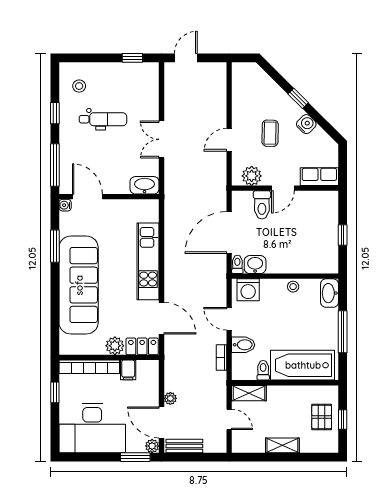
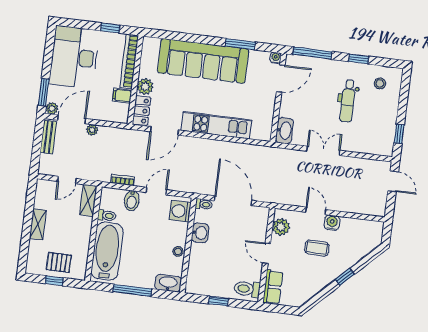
water cooler: (306, 124) -> (332, 223), moved, turned -135
toilet: (262, 205) -> (247, 289), moved
washbasin: (255, 265) -> (200, 233), moved

